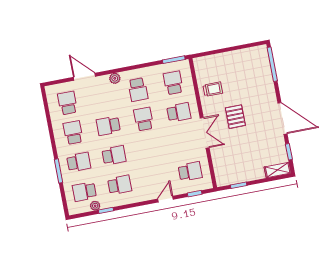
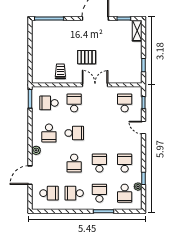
school desk: (138, 90) -> (49, 133), turned 90
school desk: (67, 103) -> (49, 193), turned 180
school desk: (144, 119) -> (74, 133), turned 180

